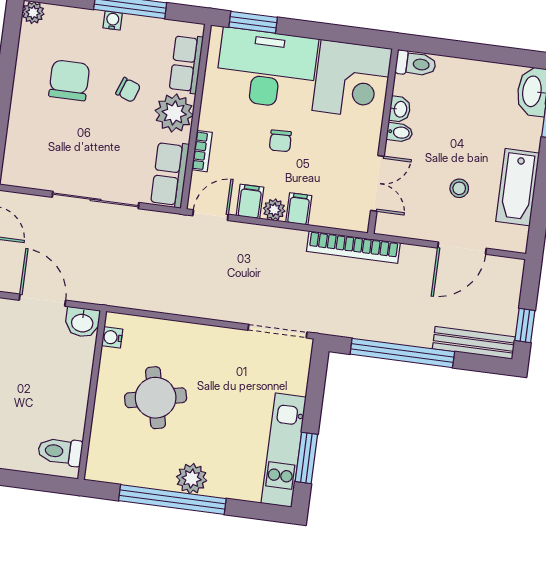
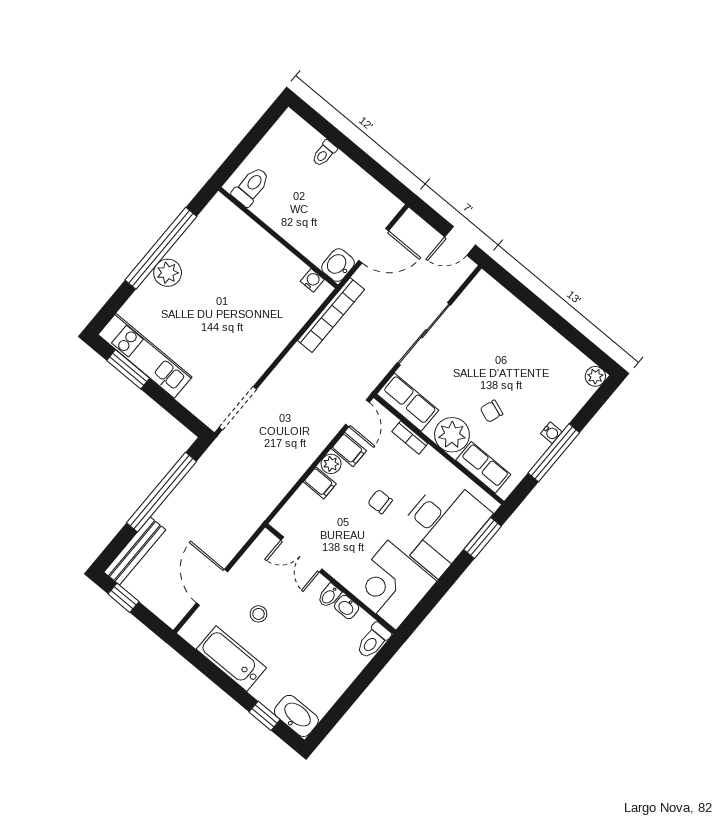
chair: (69, 80) -> (527, 371), removed
bookcase: (353, 247) -> (331, 315), moved, turned 180
round table: (156, 398) -> (246, 284), removed

